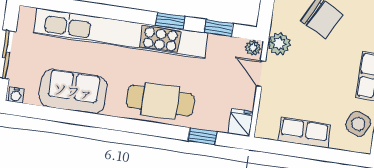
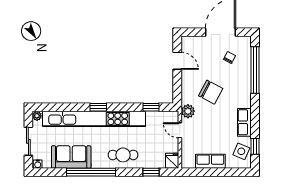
window: (170, 21) -> (98, 107), moved
plant: (253, 48) -> (37, 116), moved
cafe table: (160, 101) -> (123, 155), width x0.73, depth x0.74
window: (103, 121) -> (91, 172), added

